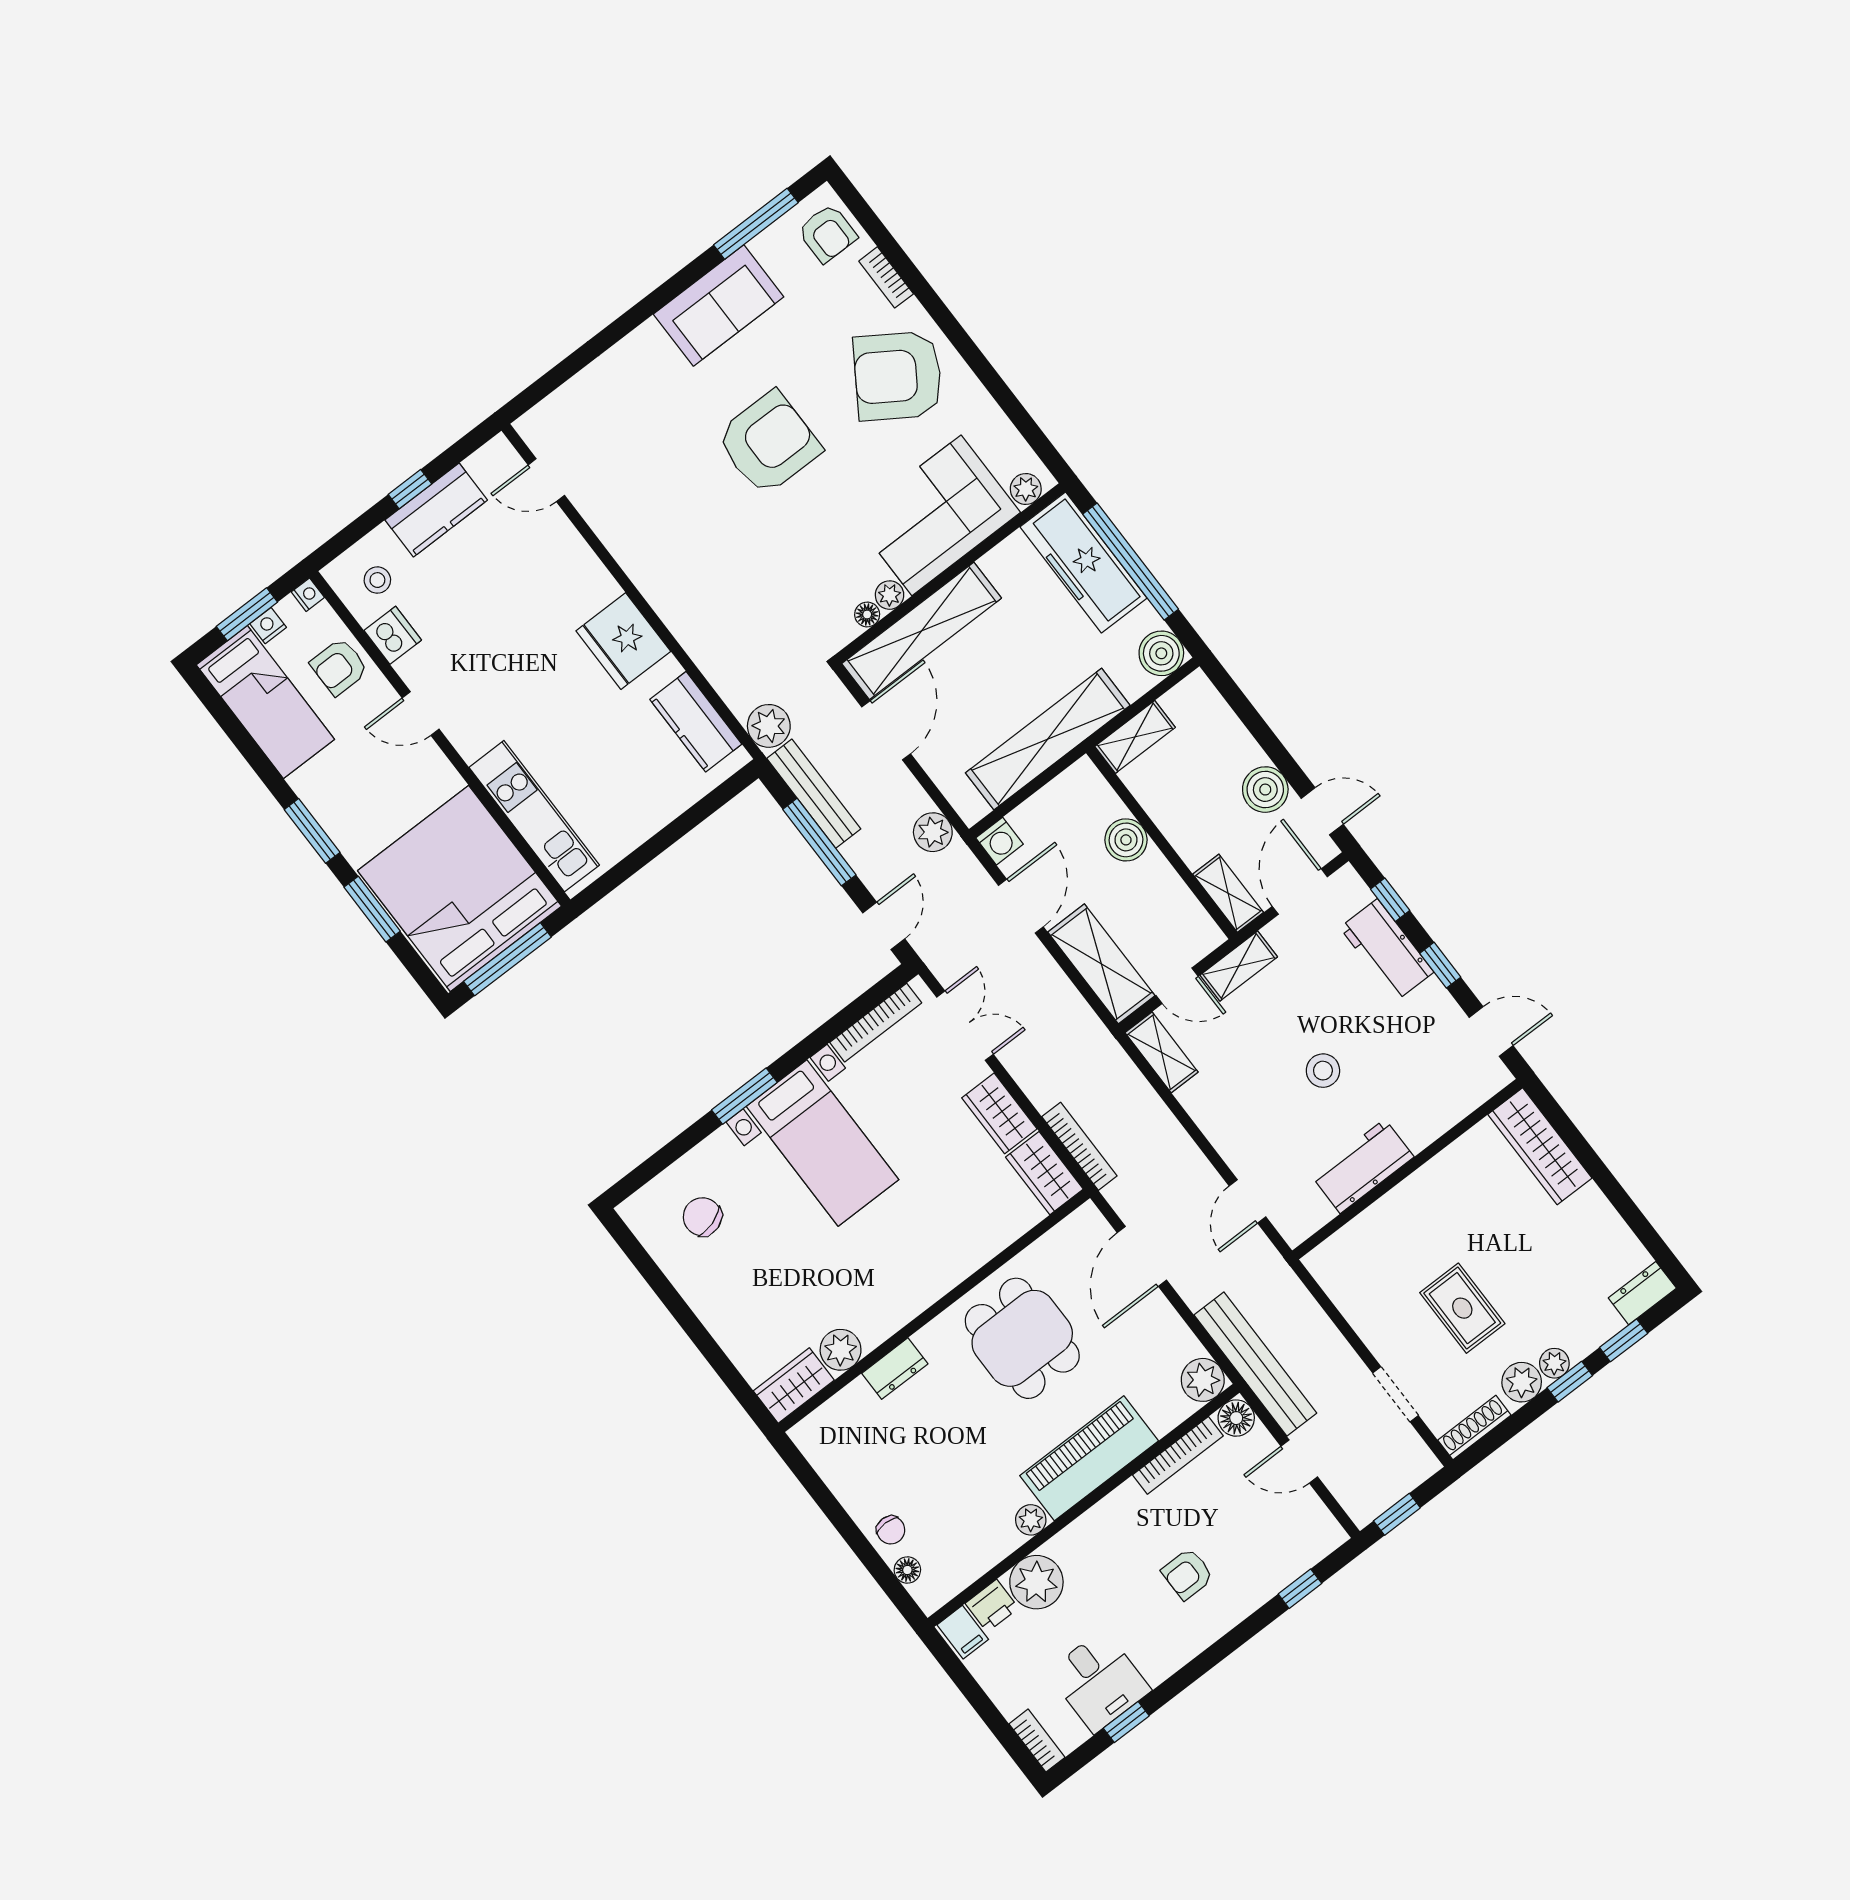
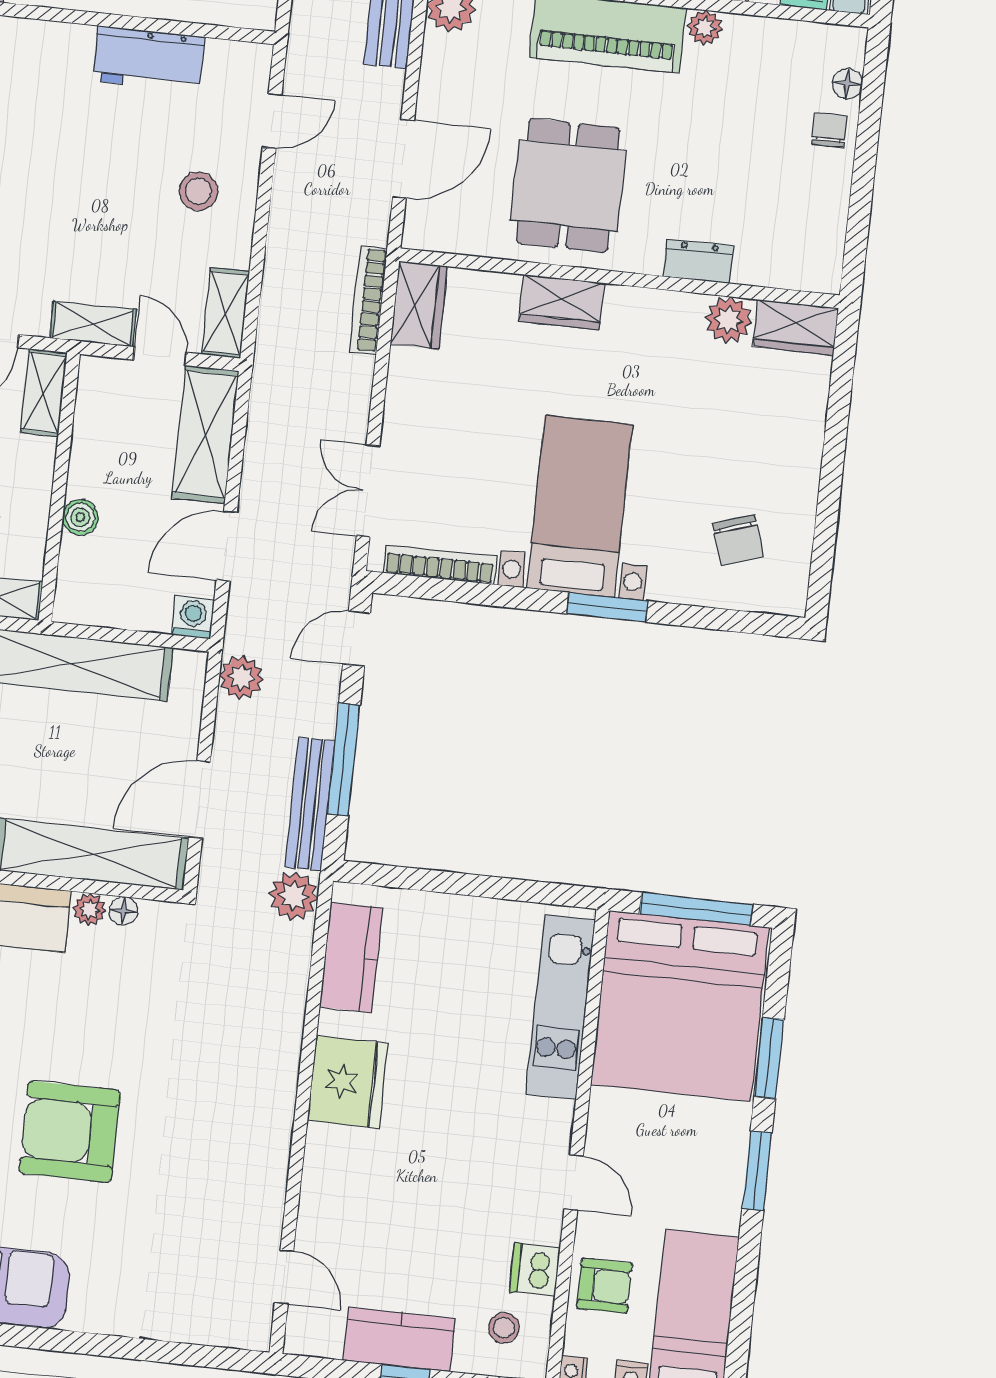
boiler: (1126, 840) -> (80, 517), width x0.73, depth x0.73
stool: (1323, 1071) -> (198, 191), moved
wardrobe: (999, 1113) -> (561, 302), moved, turned 90

